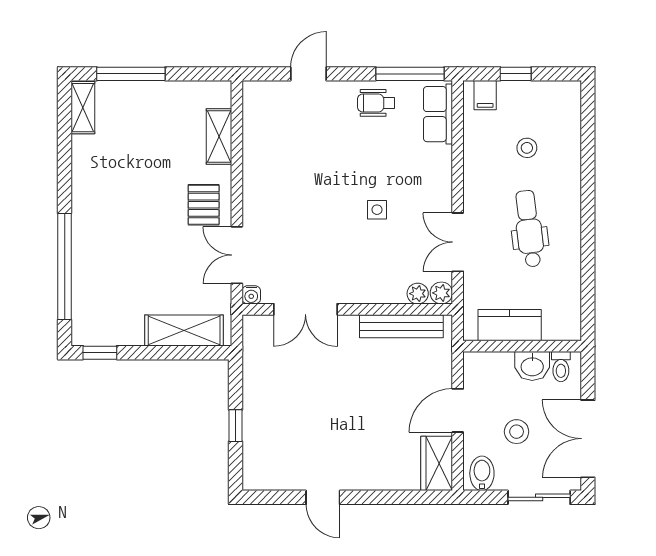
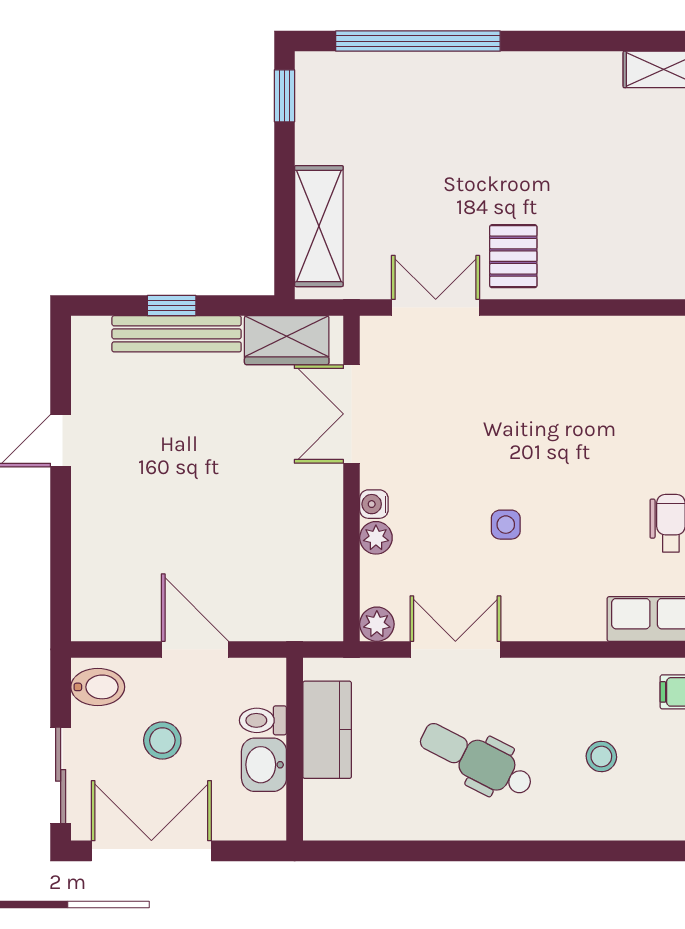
shelving: (219, 136) -> (619, 280), removed
pallet: (204, 205) -> (513, 256), turned 90
dental chair: (529, 229) -> (476, 760), turned -146
plant: (418, 294) -> (376, 538), moved
water cooler: (251, 295) -> (374, 504), moved
bench: (401, 326) -> (177, 334), moved, turned 90
toilet: (561, 367) -> (263, 720), moved
wardrobe: (437, 463) -> (287, 340), moved, turned 180

